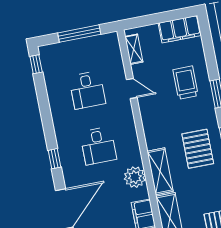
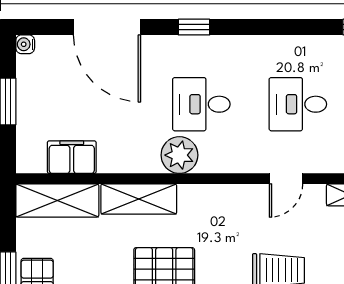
plant: (135, 177) -> (179, 155), moved

